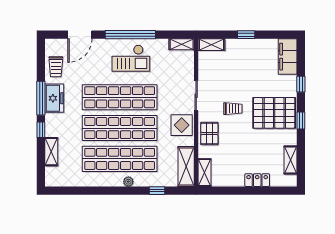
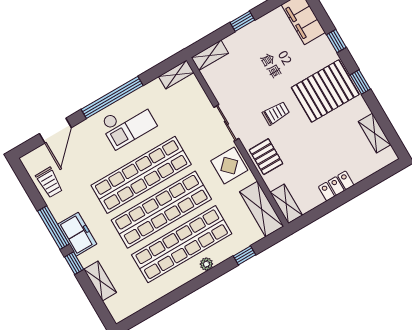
freezer: (54, 98) -> (77, 234), moved
locker: (257, 180) -> (336, 186), moved

